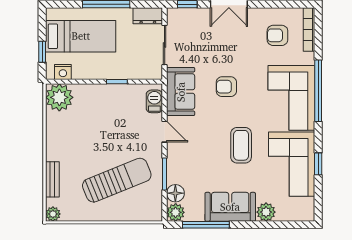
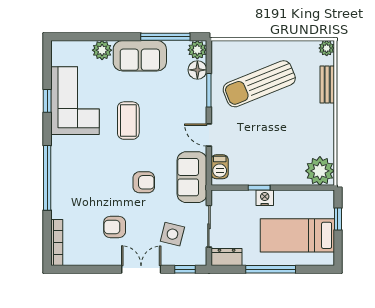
armchair: (277, 35) -> (115, 227), moved, turned 180
side table: (199, 37) -> (172, 234), added
nightstand: (63, 72) -> (265, 198), moved
corner sofa: (291, 98) -> (75, 170), removed

